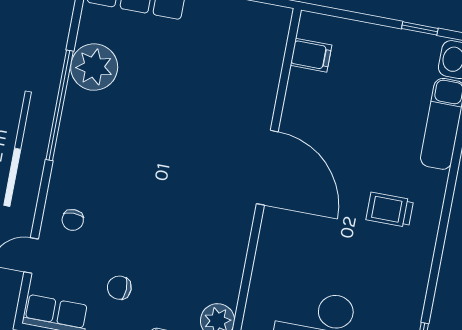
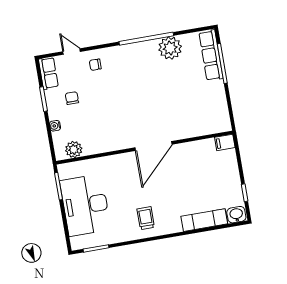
filing cabinet: (311, 55) -> (225, 142), moved, turned 90
trolley: (390, 210) -> (146, 218), moved

